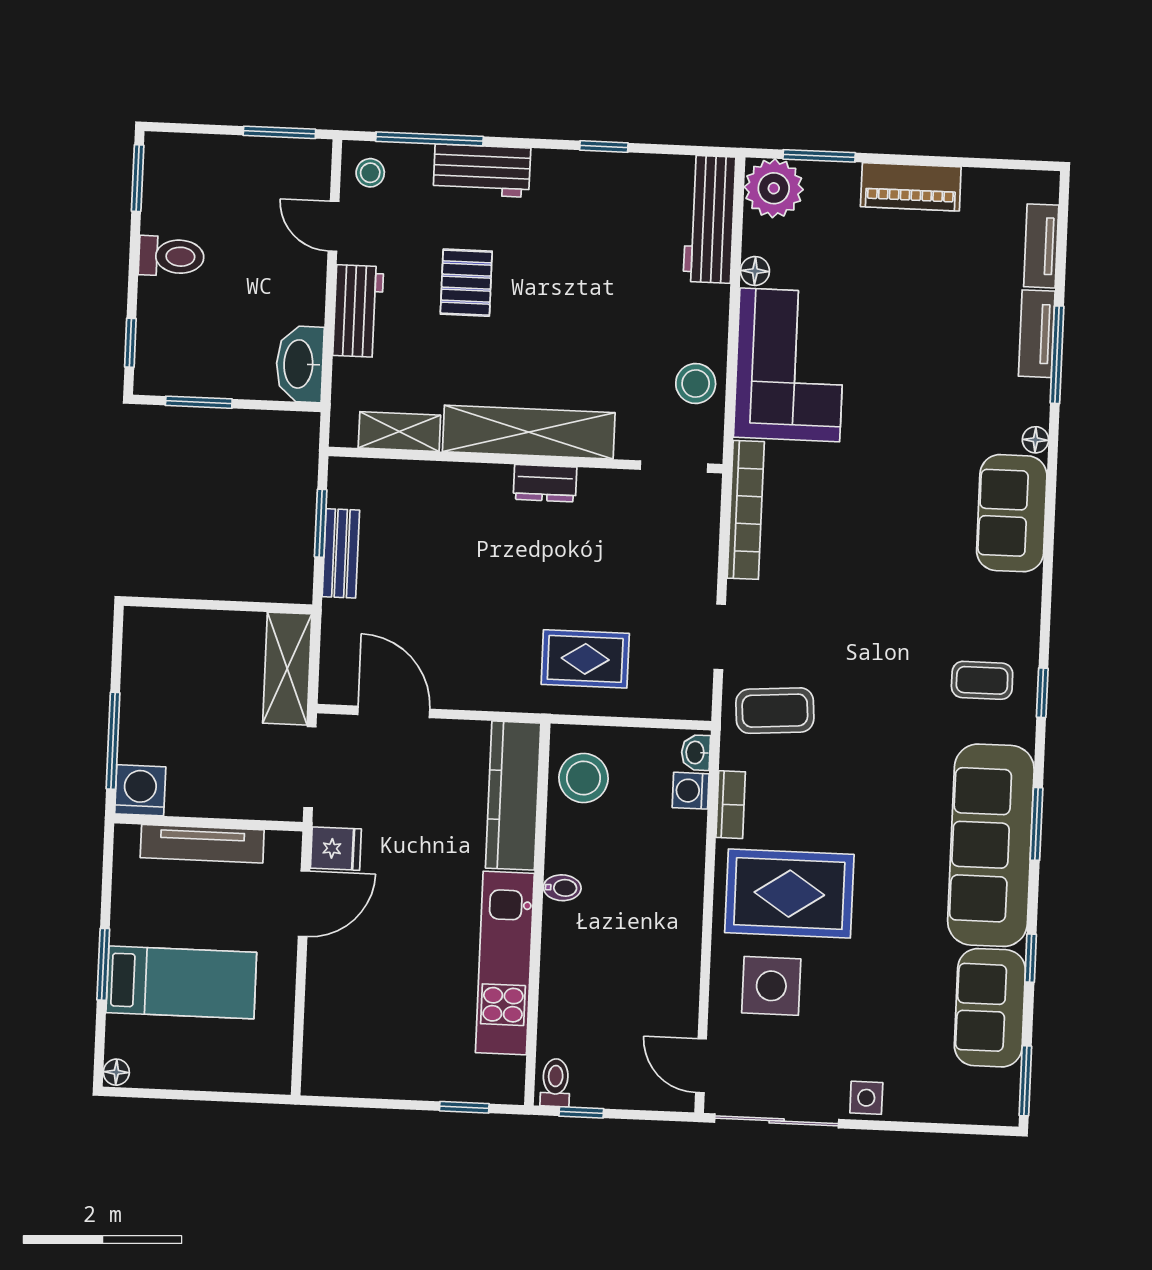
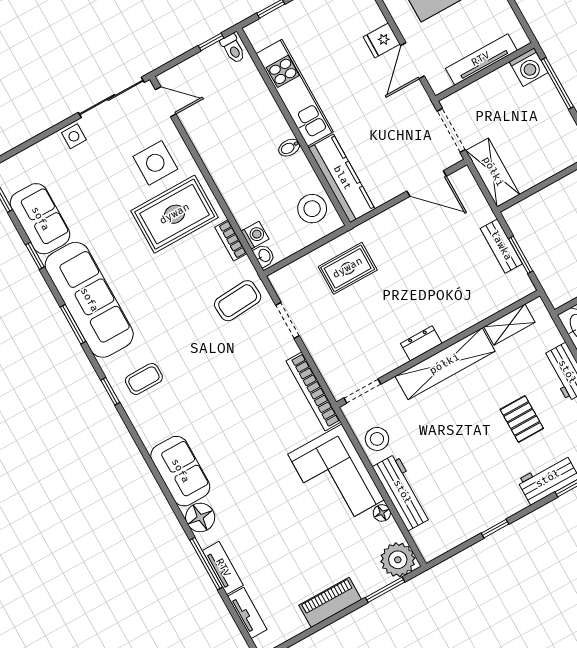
workbench: (709, 219) -> (402, 492), moved
floor lamp: (1035, 440) -> (200, 517), width x1.89, depth x1.89
fridge: (336, 849) -> (382, 40), moved

